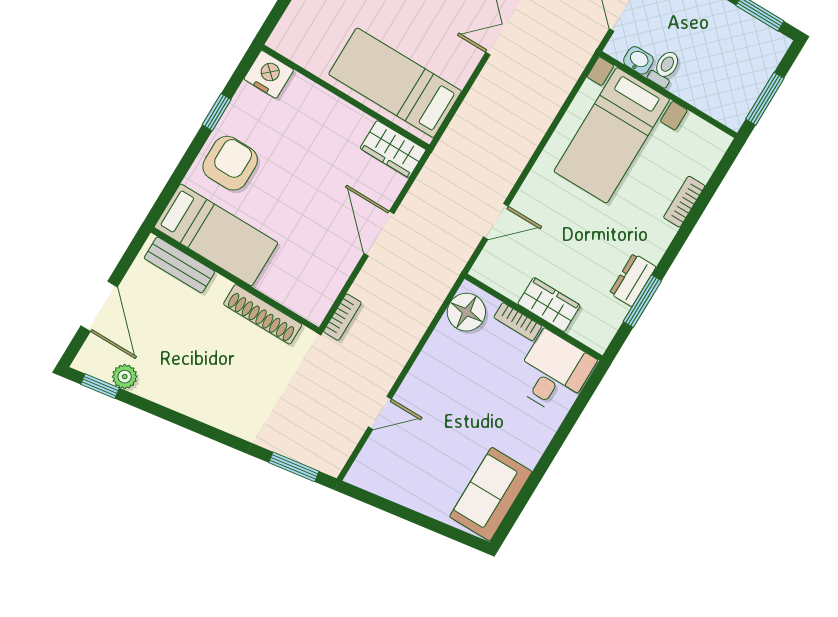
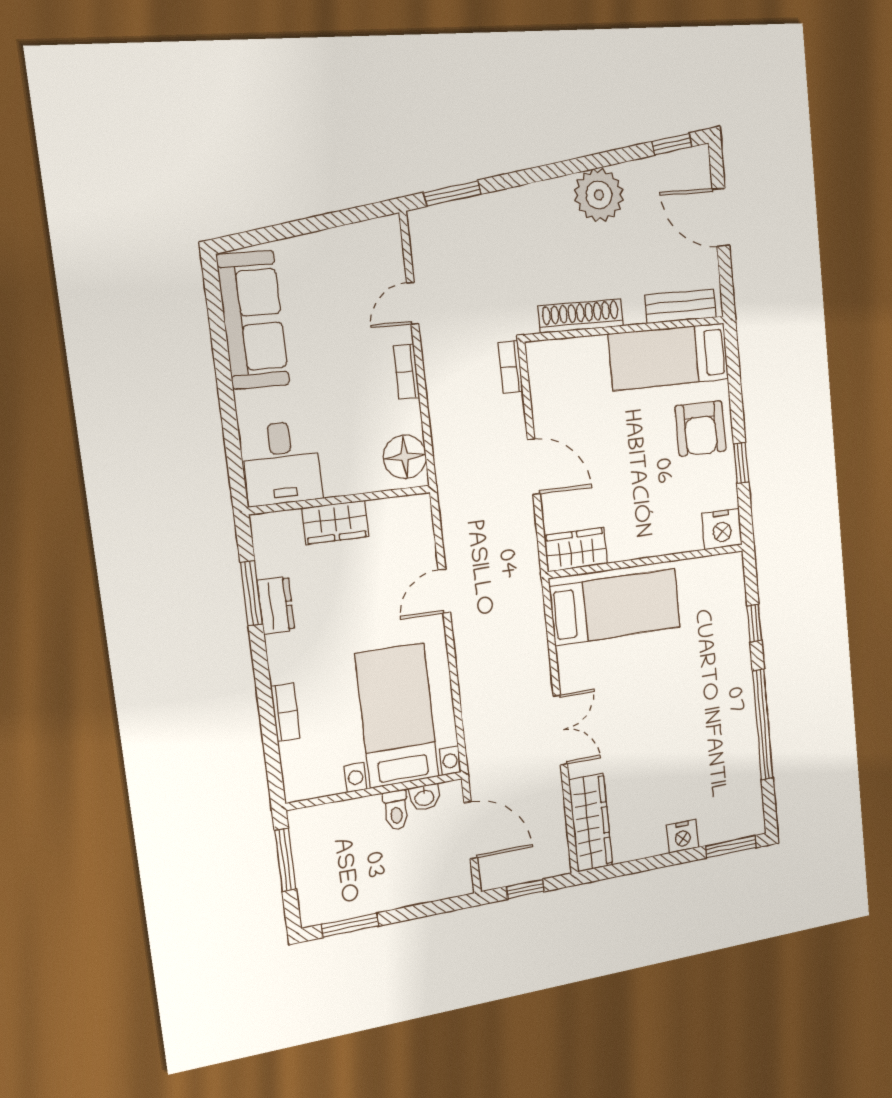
door: (496, 221) -> (444, 591), moved
bookcase: (518, 322) -> (406, 372), moved, turned -90
plant: (125, 377) -> (599, 195), moved, width x1.88, depth x1.88
sofa: (491, 494) -> (253, 320), width x1.36

